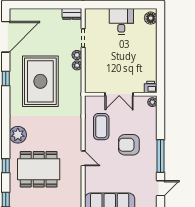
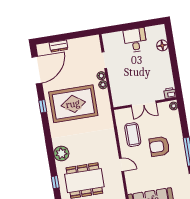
dresser: (72, 14) -> (59, 46), moved
floor lamp: (151, 18) -> (162, 45), moved
rug: (40, 81) -> (73, 104), turned 90

